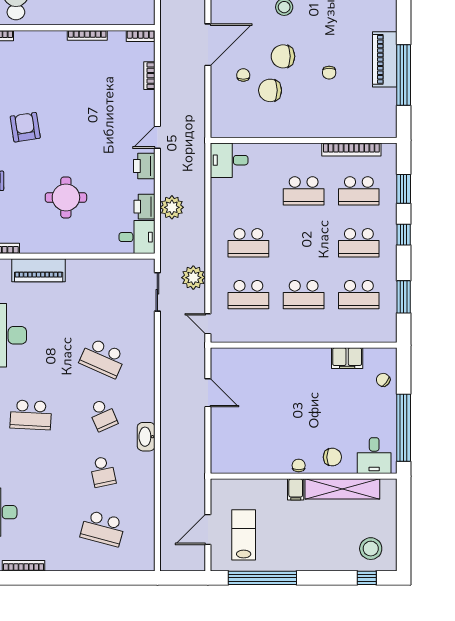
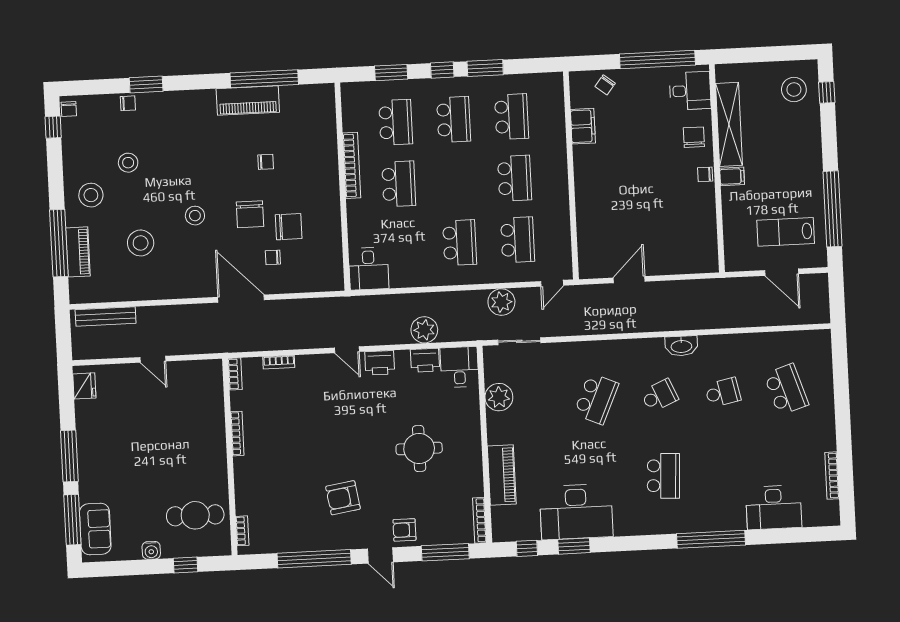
chair: (270, 90) -> (289, 227), turned -90
bookcase: (351, 149) -> (352, 165), moved
plant: (108, 271) -> (499, 397), added
window: (404, 297) -> (485, 68), moved
school desk: (103, 528) -> (786, 389), turned -33

